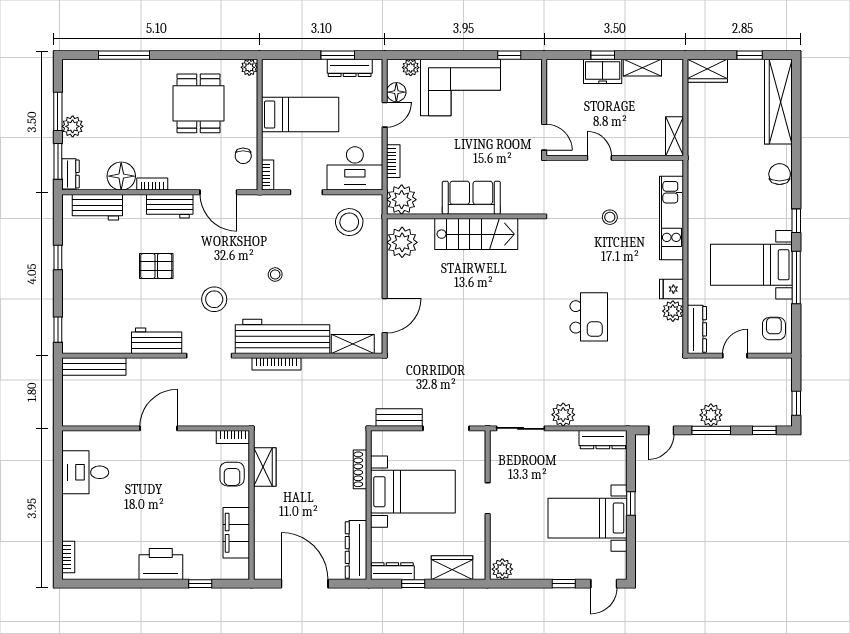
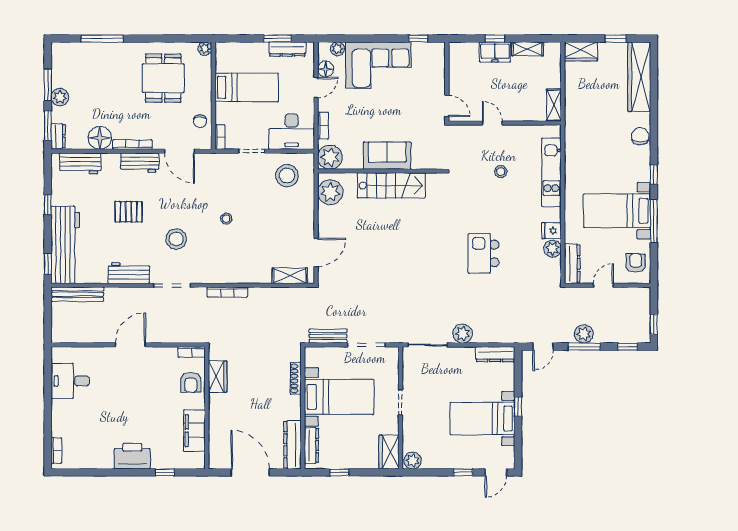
bookcase: (152, 184) -> (132, 144), width x1.56
kitchen island: (589, 317) -> (484, 253), turned 180
workbench: (283, 336) -> (65, 245), moved, turned 90
wardrobe: (452, 568) -> (389, 452), moved, turned -90
dresser: (392, 571) -> (311, 445), moved, turned 90

